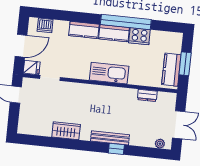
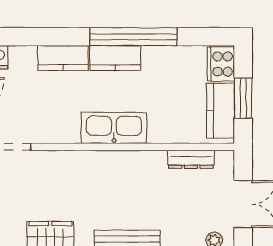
cooker: (139, 36) -> (221, 64), moved, turned 90
dresser: (147, 95) -> (191, 159), width x1.44

